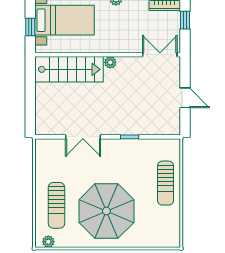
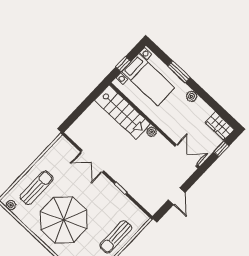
sun lounger: (56, 205) -> (37, 188), turned 180

